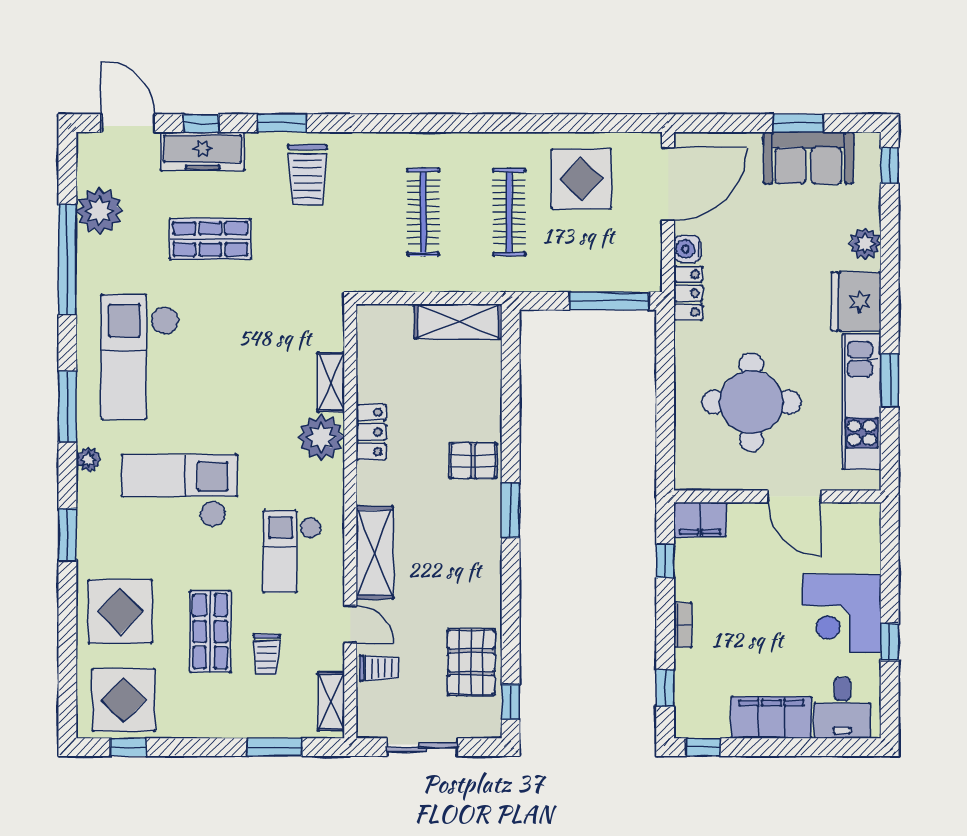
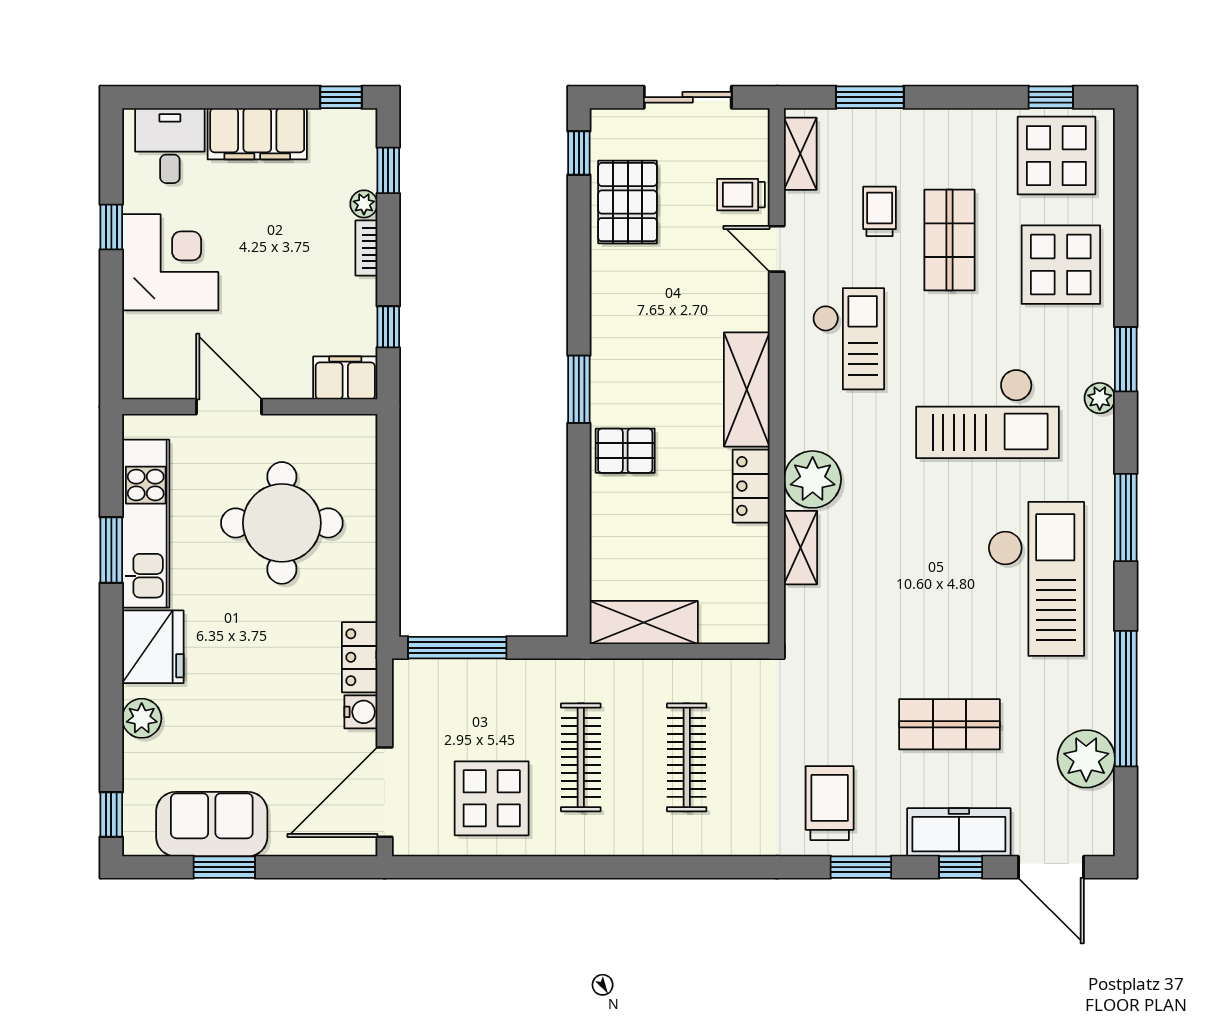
plant: (88, 460) -> (1100, 398), moved
shelving: (375, 553) -> (747, 389), moved
plant: (685, 661) -> (364, 204), added

